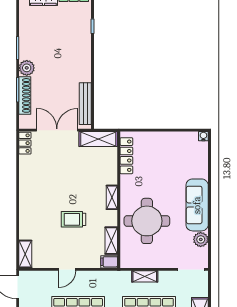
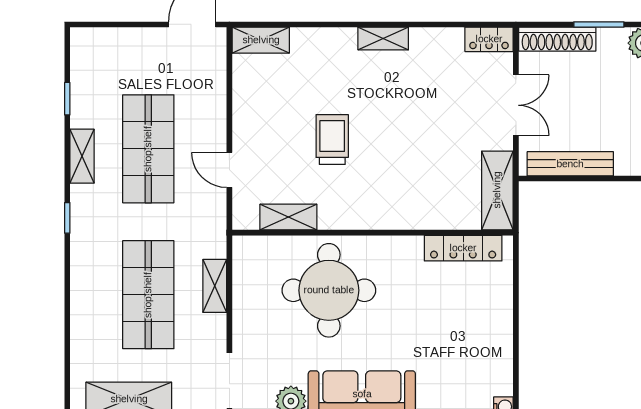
shoe rack: (25, 95) -> (557, 39), moved
double door: (57, 130) -> (516, 105), width x0.73
shelving: (112, 197) -> (383, 39), moved
filing cabinet: (109, 262) -> (245, 213), removed
door: (67, 269) -> (229, 170), moved

